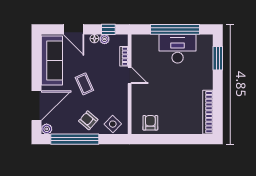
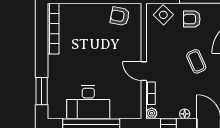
plant: (104, 39) -> (152, 113), moved
armchair: (88, 120) -> (192, 19), turned 139
armchair: (150, 123) -> (120, 16), turned 101

